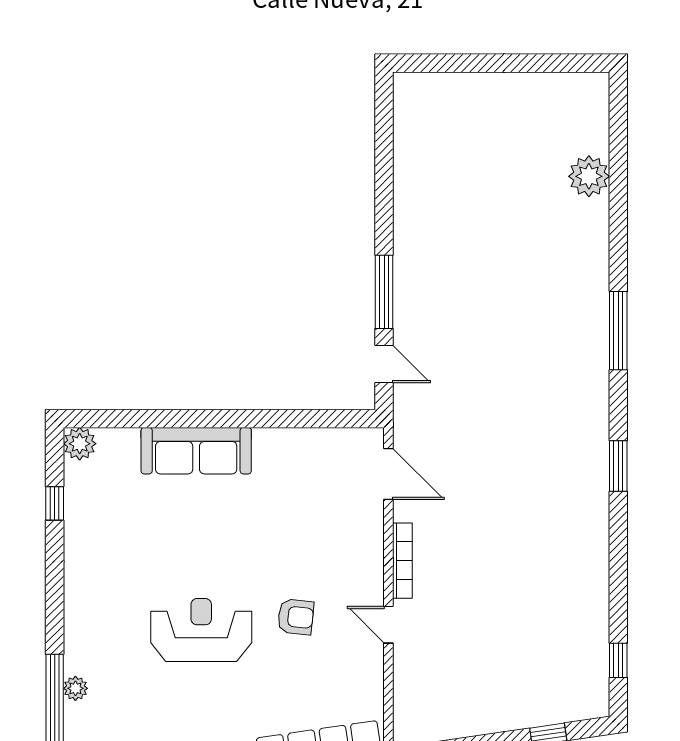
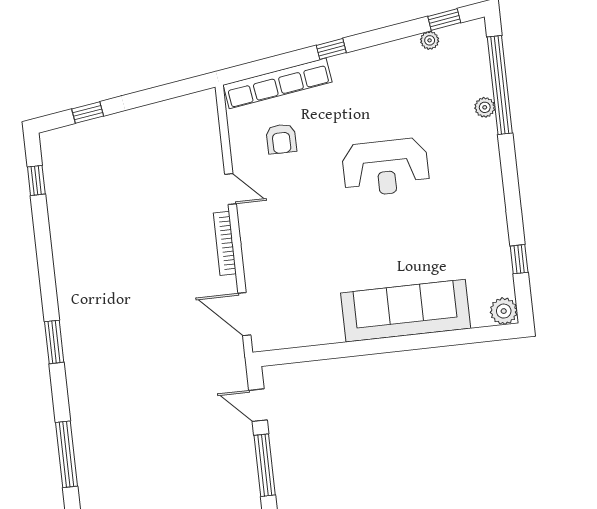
sofa: (196, 451) -> (406, 311), width x1.36, depth x1.27
armchair: (296, 617) -> (281, 139), moved, turned -96

